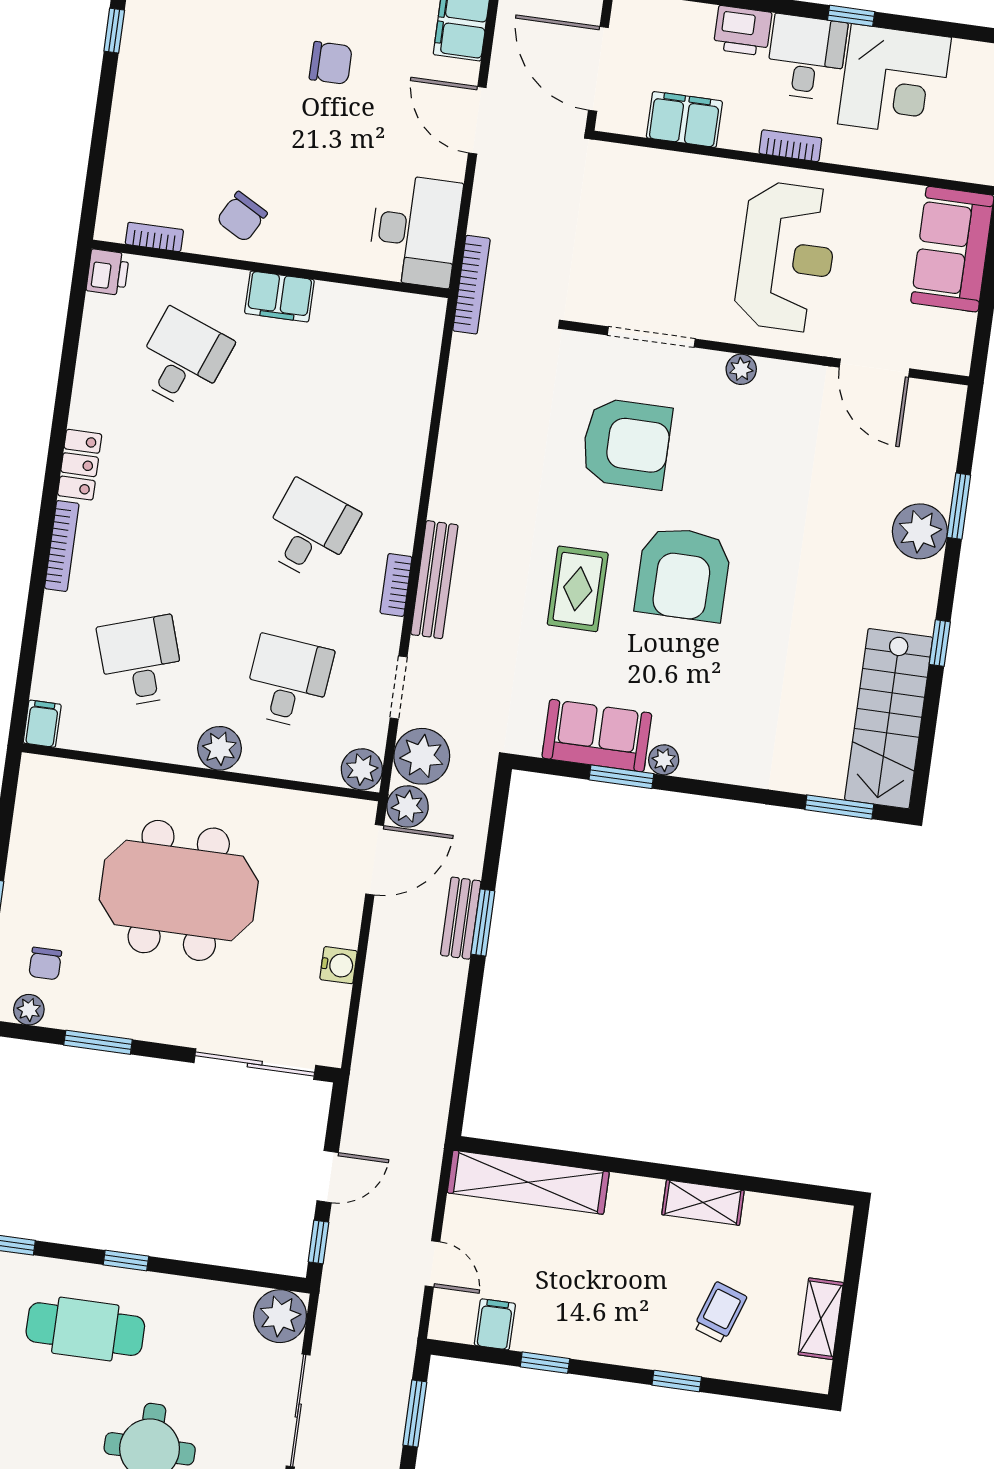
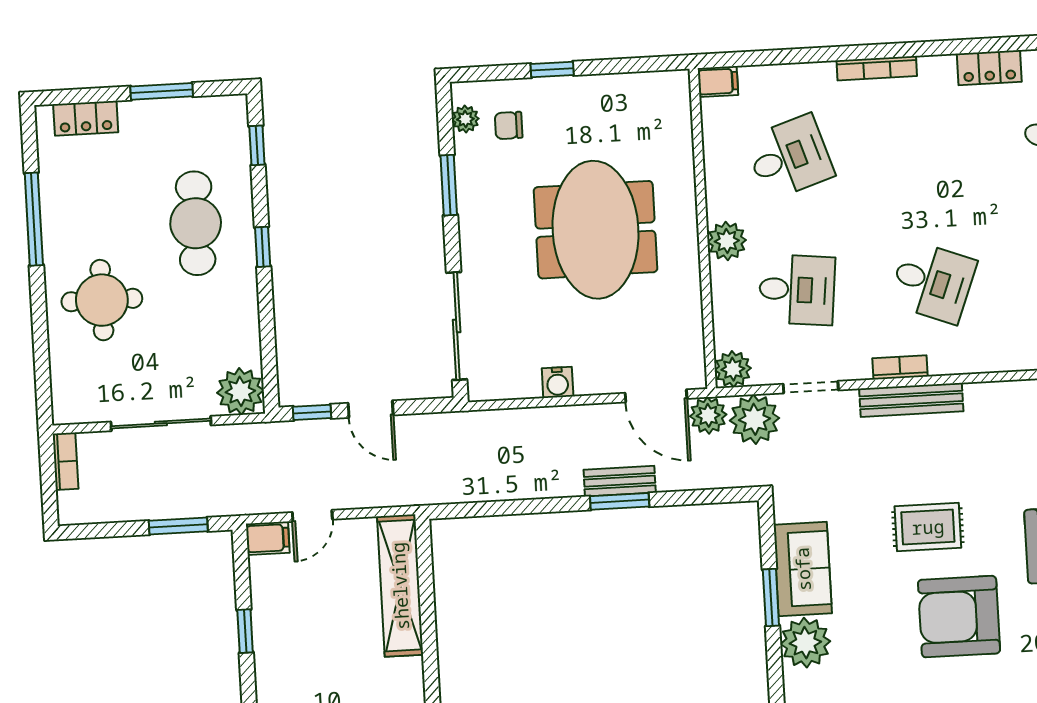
locker: (80, 465) -> (989, 68), moved
plant: (664, 760) -> (805, 643), width x1.88, depth x1.88
filing cabinet: (495, 1324) -> (268, 538), moved

